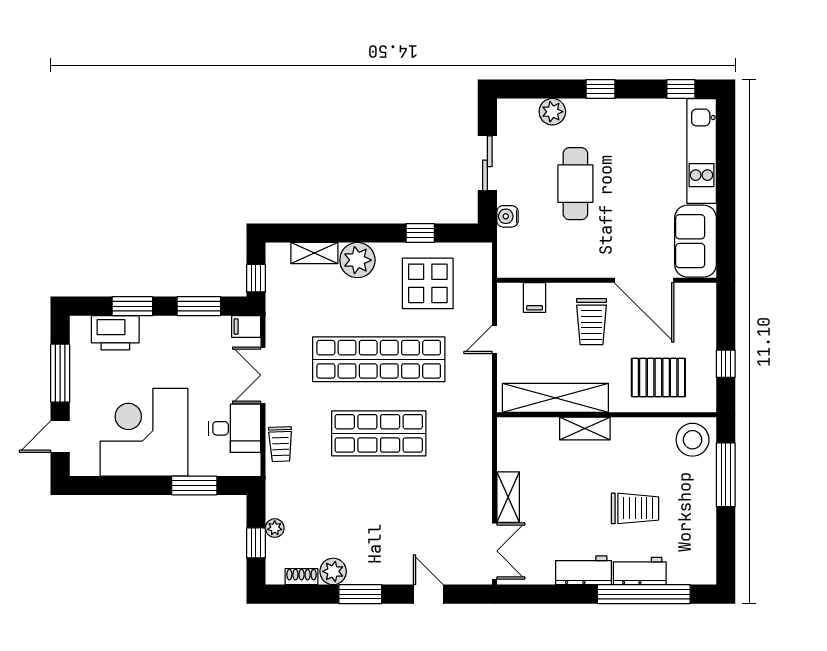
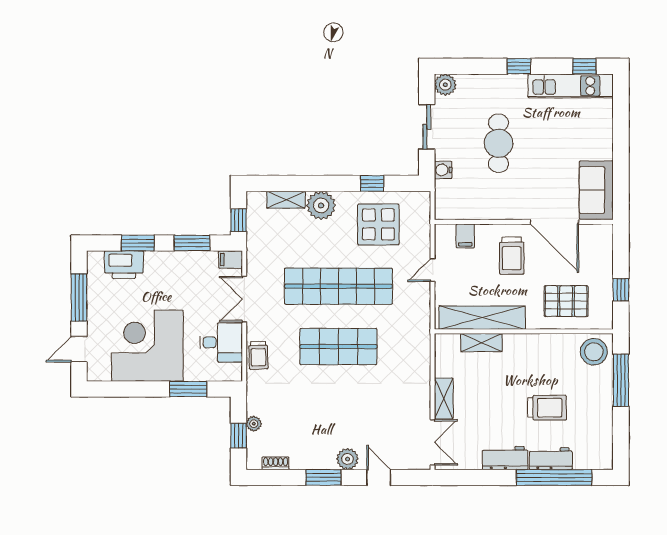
plant: (552, 112) -> (445, 85), moved
kitchen unit: (702, 151) -> (571, 86), moved, turned -90
shelving: (585, 428) -> (481, 343), moved
plant: (333, 571) -> (347, 459), moved

